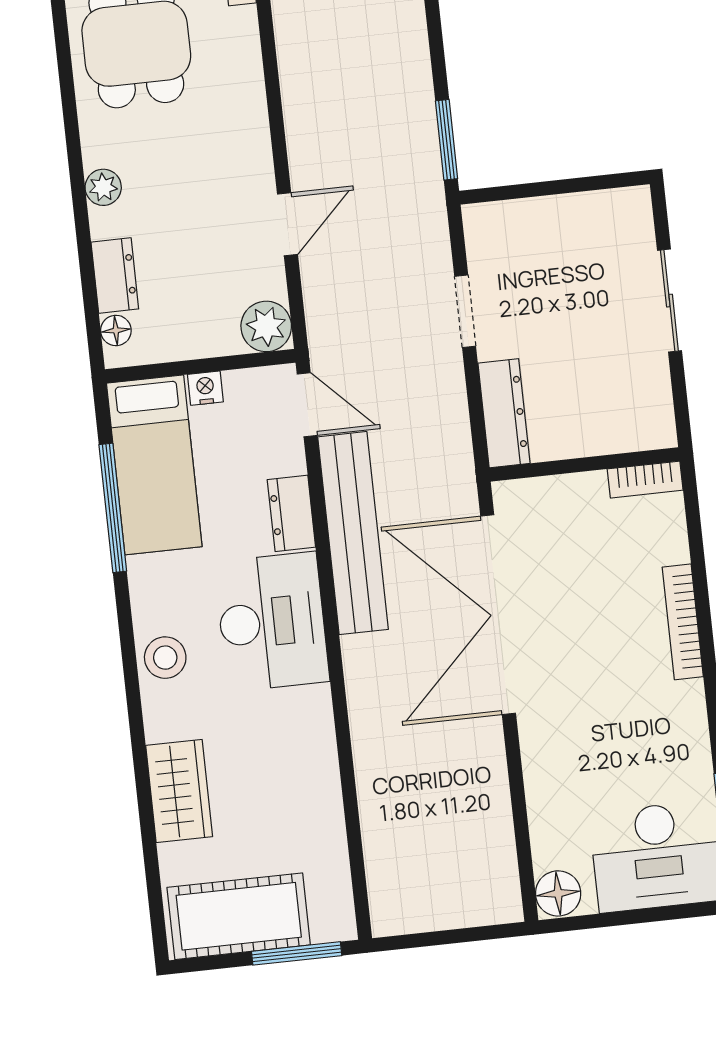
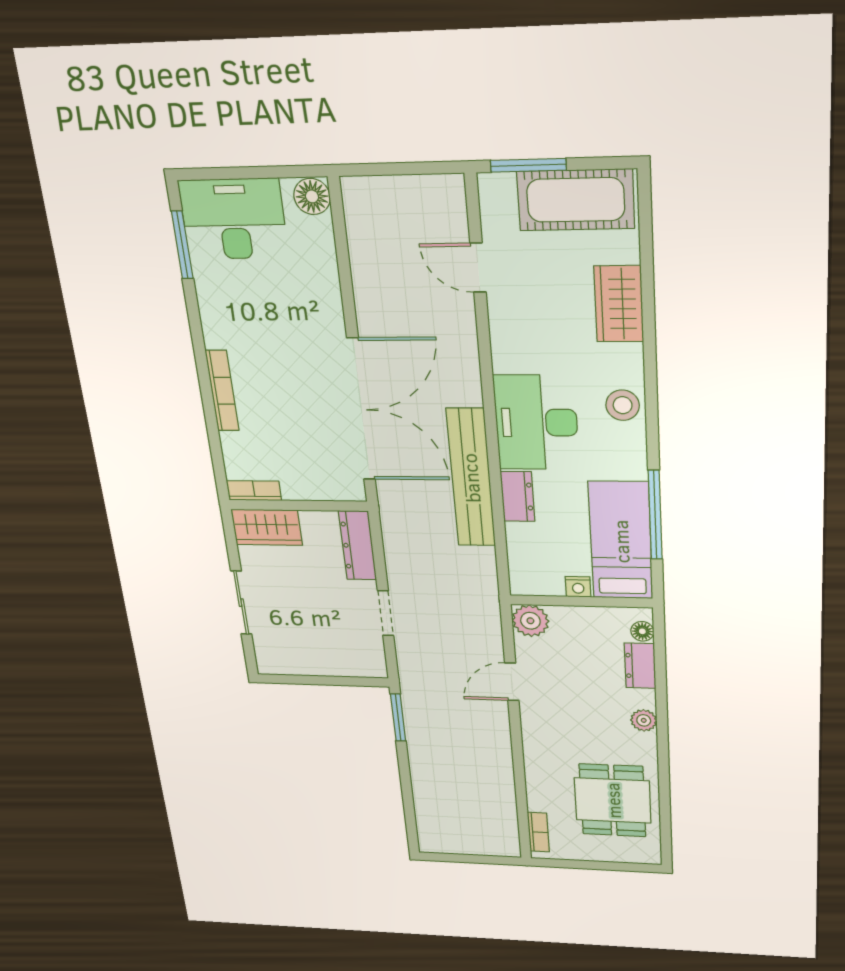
door: (307, 405) -> (478, 268), moved
wardrobe: (629, 425) -> (267, 527), added

